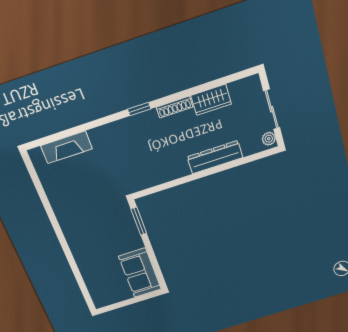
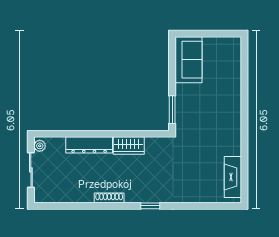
wardrobe: (211, 100) -> (129, 146), moved, turned 180
window: (139, 109) -> (150, 206), moved
fireplace: (66, 147) -> (233, 177), moved, turned -90

